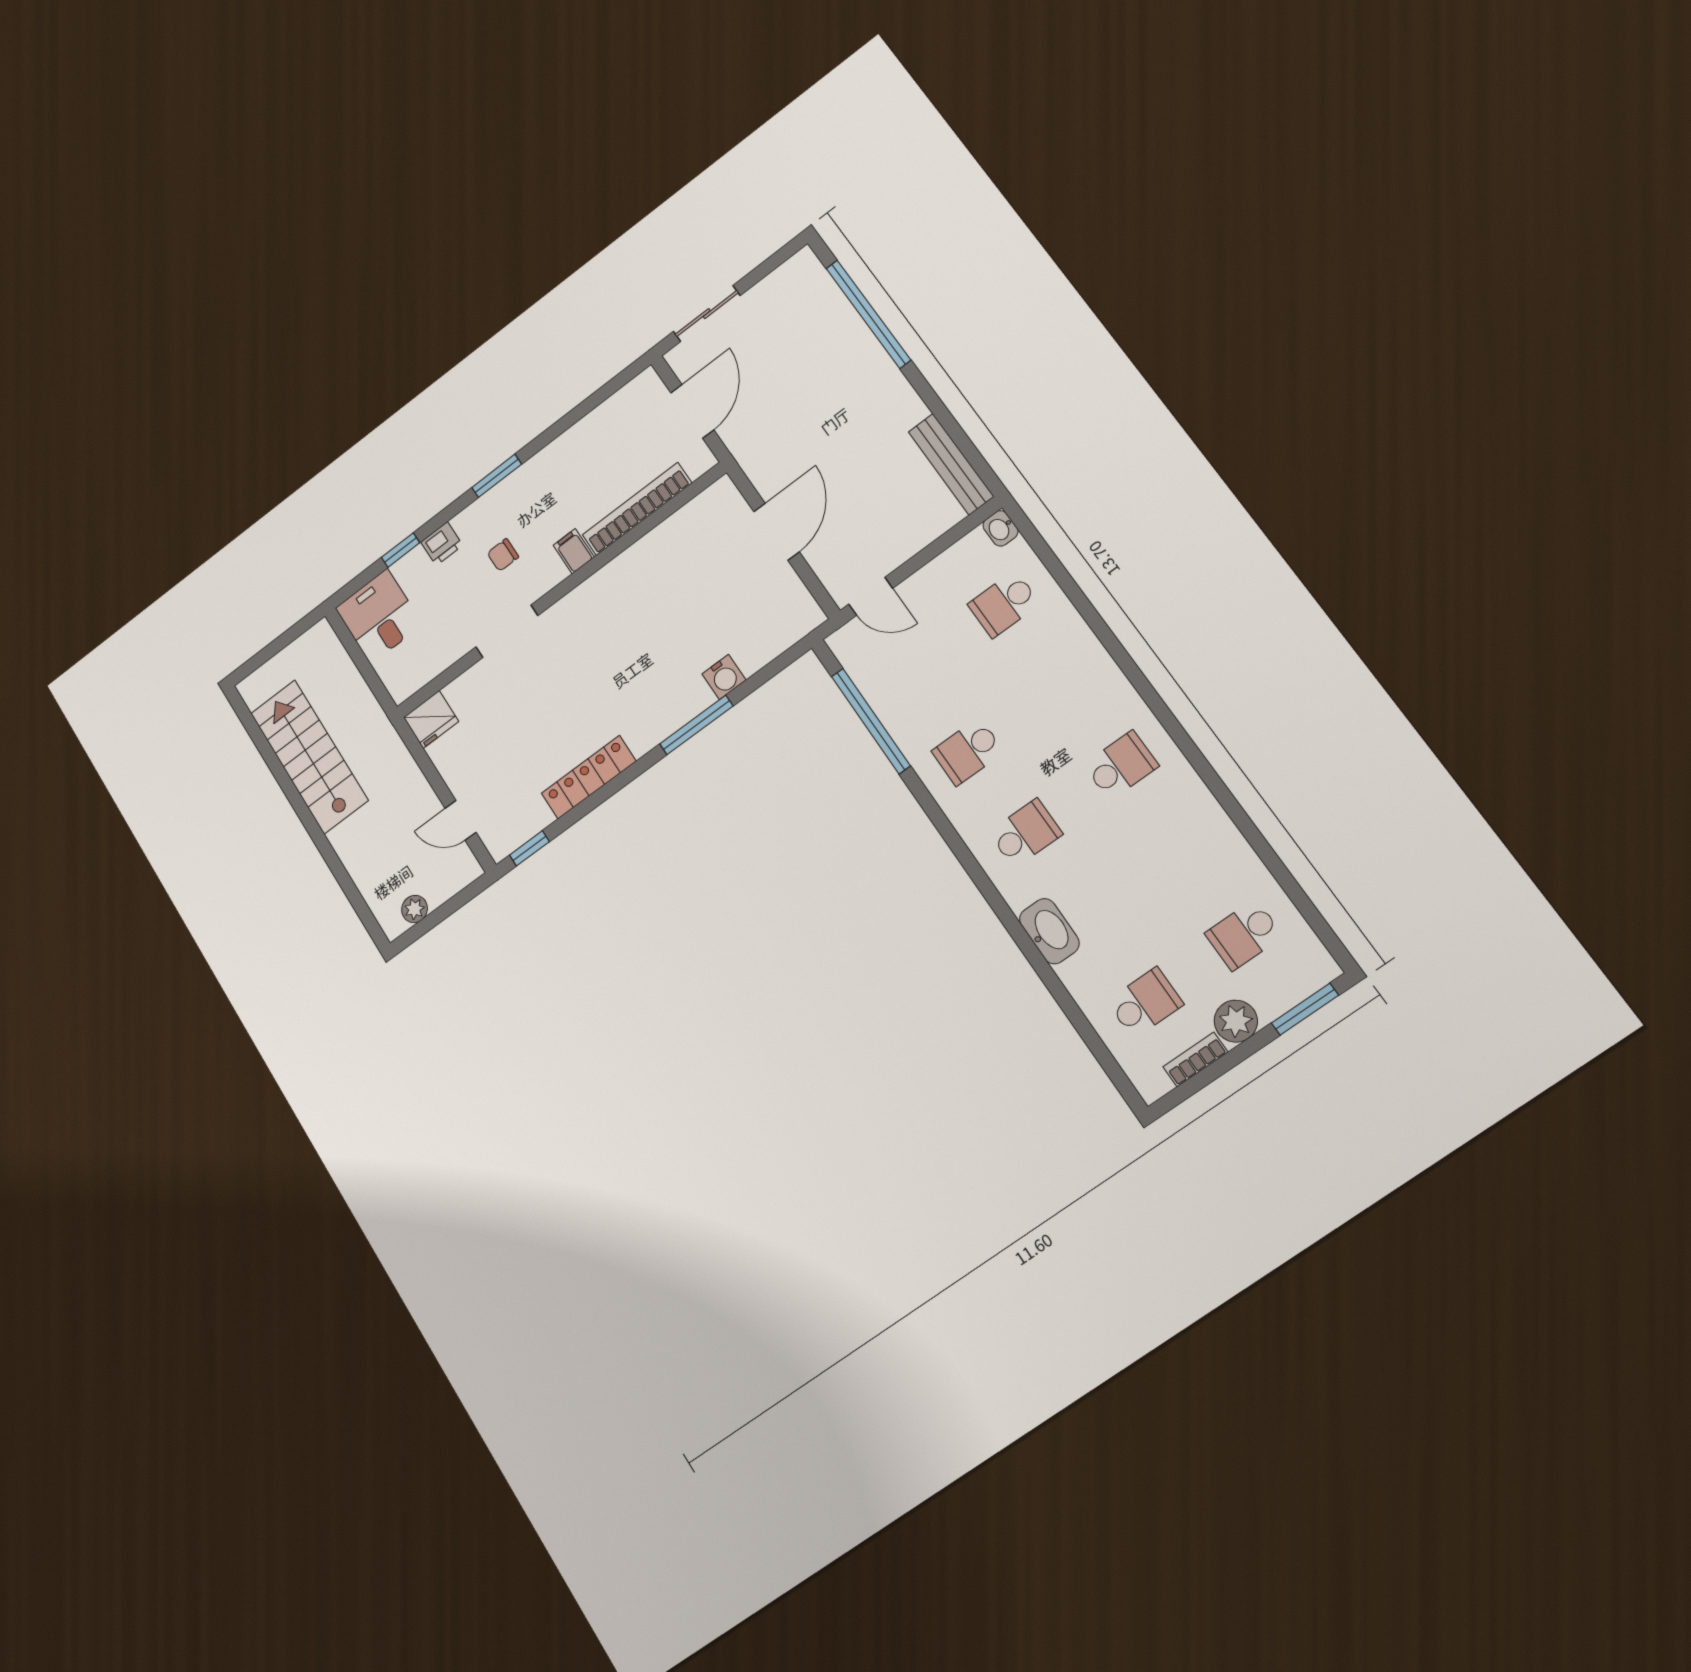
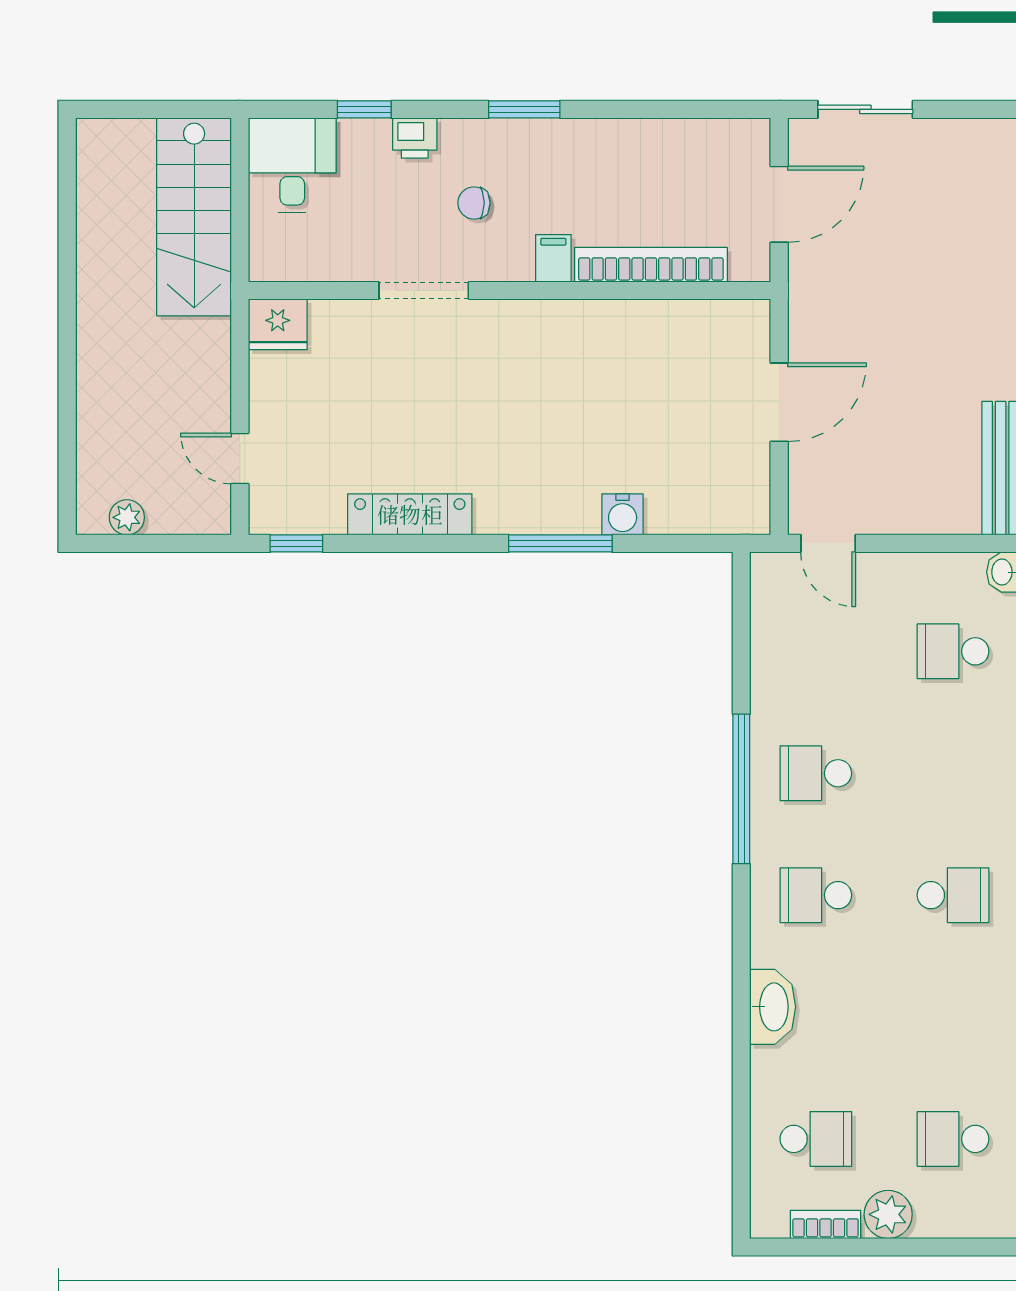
window: (871, 721) -> (741, 789), moved
stairs: (309, 757) -> (194, 217), moved, turned 180
school desk: (1025, 833) -> (816, 895), turned 180
window: (1305, 1009) -> (959, 1247), removed

